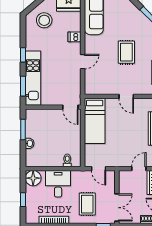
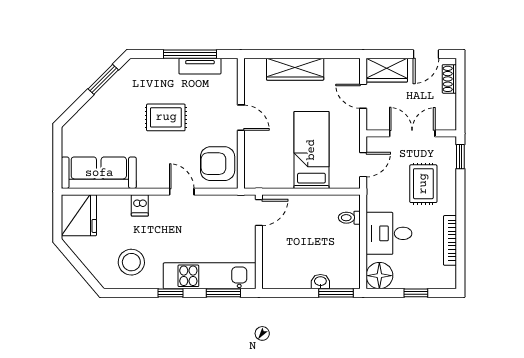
stool: (44, 20) -> (131, 262), moved
armchair: (99, 83) -> (218, 164), added
door: (126, 96) -> (241, 118), hinge flipped
bed: (95, 121) -> (311, 150), moved, turned -90
window: (23, 129) -> (336, 293), moved
rug: (87, 204) -> (423, 184), turned 90
double door: (117, 208) -> (412, 133), moved

